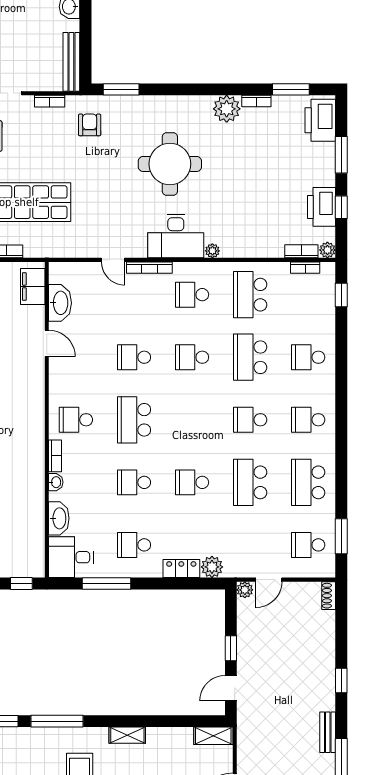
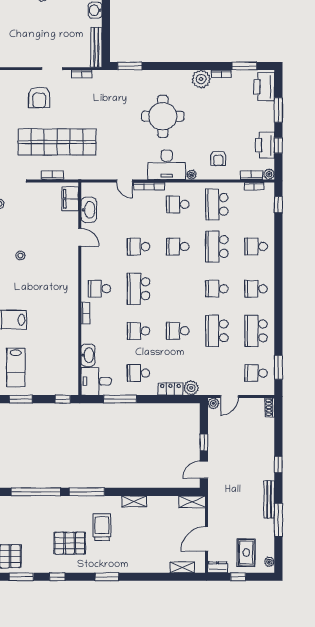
armchair: (90, 125) -> (218, 158), moved, turned 180
washbasin: (56, 482) -> (86, 331), removed
bench: (328, 732) -> (269, 499), width x1.36

